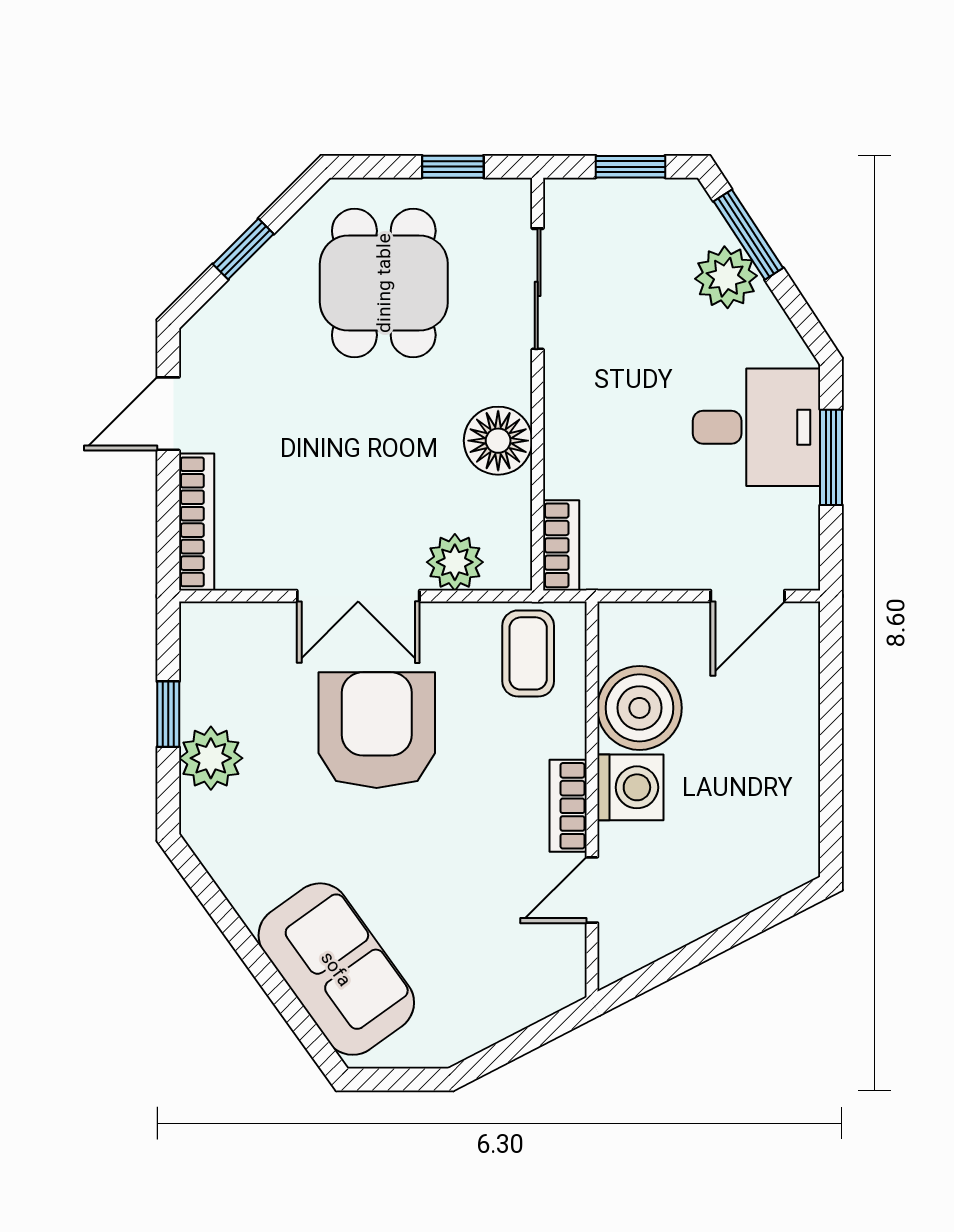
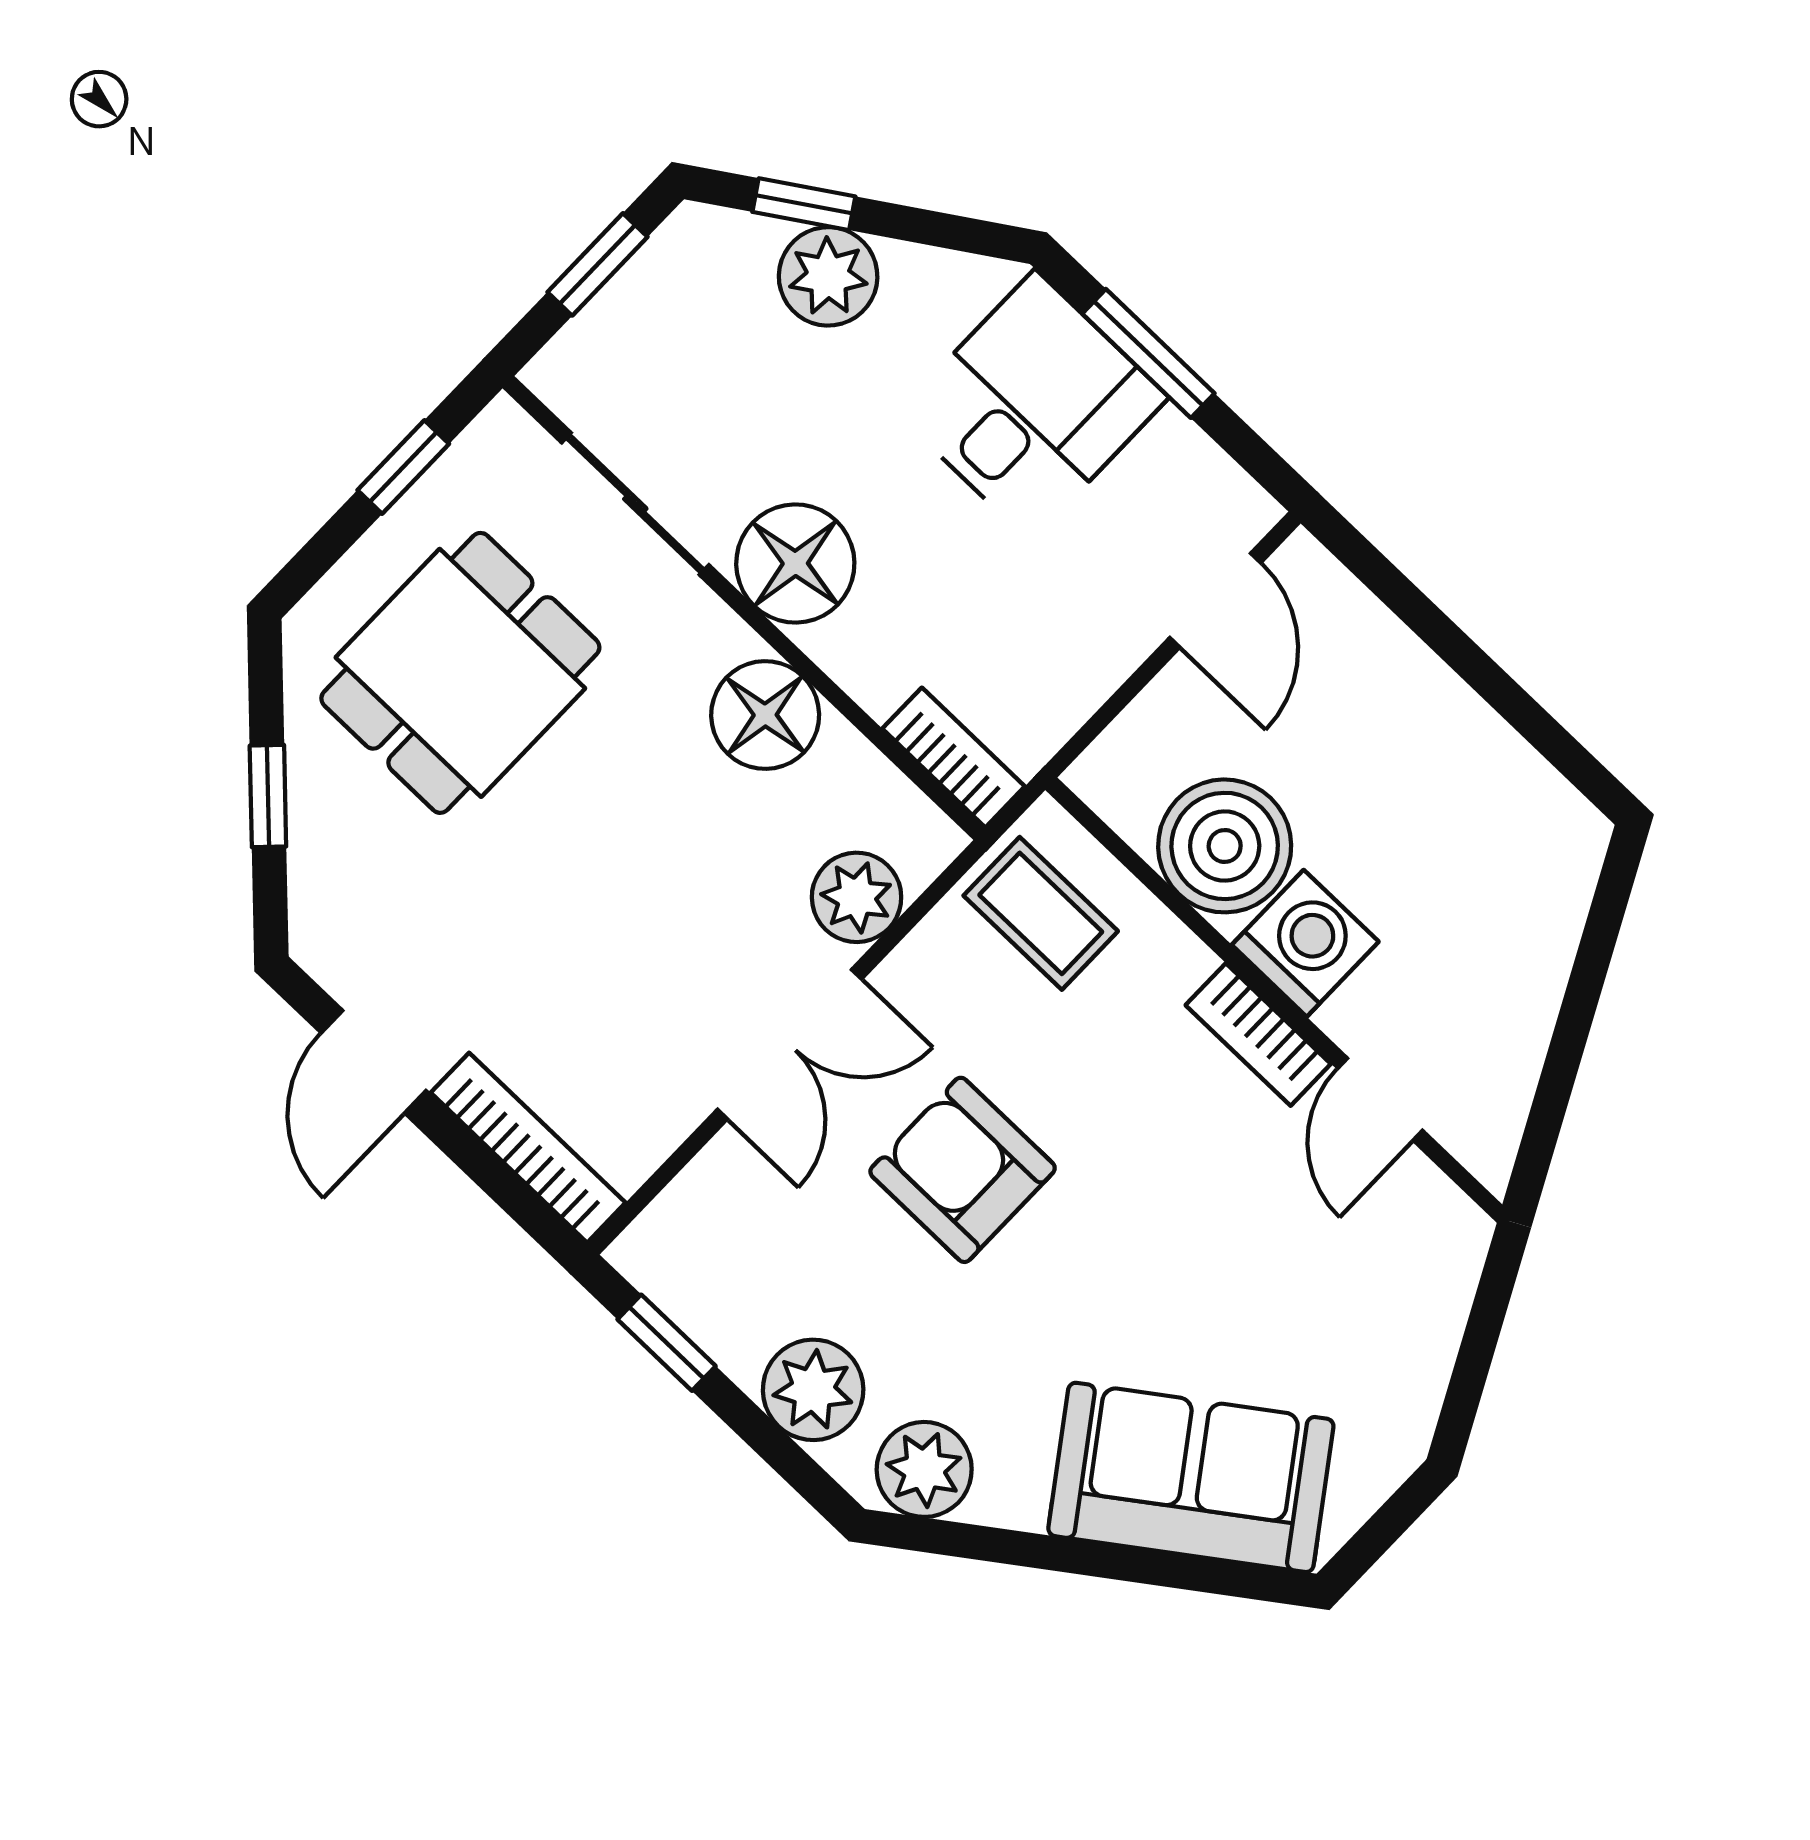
window: (748, 235) -> (804, 204), width x0.67
dining table: (384, 283) -> (460, 673), turned 90
floor lamp: (580, 388) -> (795, 563), added
window: (168, 714) -> (667, 1343), moved
armchair: (377, 730) -> (963, 1170), width x0.73, depth x0.73
plant: (223, 844) -> (924, 1469), added

